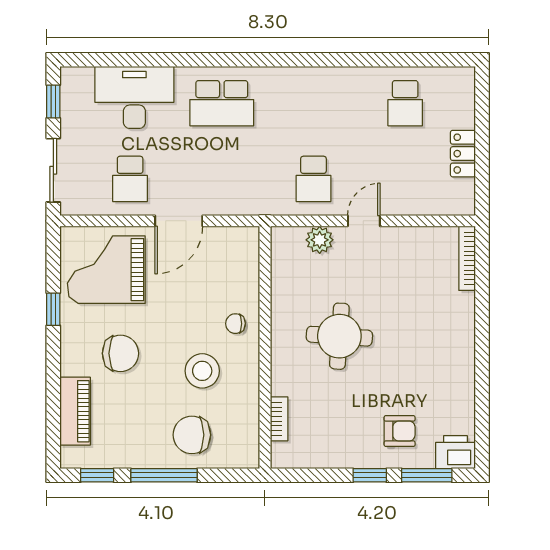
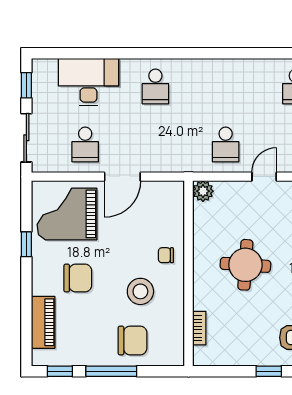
school desk: (222, 103) -> (155, 86), width x0.54
plant: (320, 240) -> (203, 191), moved
chair: (192, 435) -> (133, 340), turned 180

